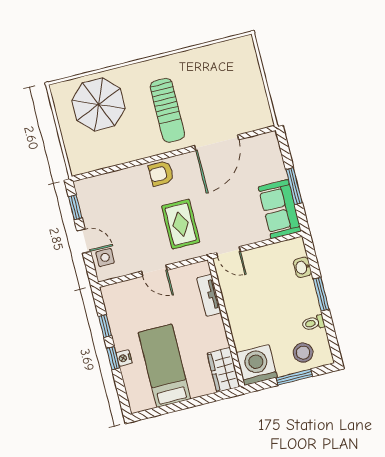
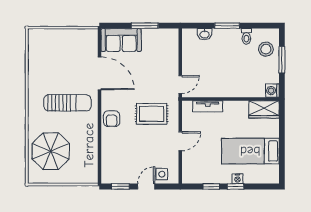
sofa: (280, 209) -> (121, 40), moved
washing machine: (257, 365) -> (272, 91), width x0.53, depth x0.53

